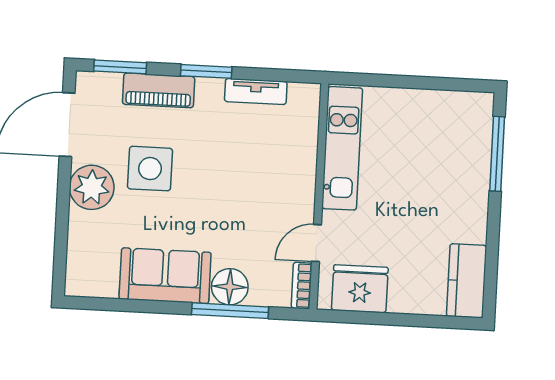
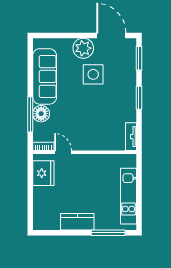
piano: (159, 90) -> (129, 76), removed
tv unit: (256, 91) -> (131, 137), moved
kitchen unit: (342, 148) -> (128, 196), moved, turned 90
sofa: (165, 276) -> (45, 76), width x1.36
kitchen counter: (467, 281) -> (77, 222), moved

